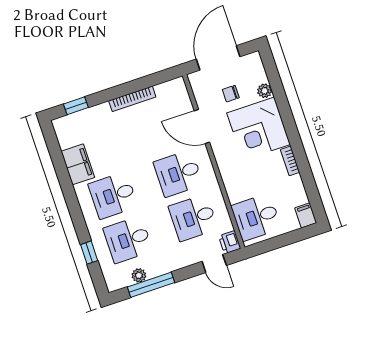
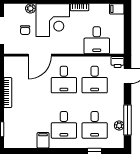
filing cabinet: (78, 164) -> (43, 140), width x0.50
desk: (256, 217) -> (97, 40), moved

